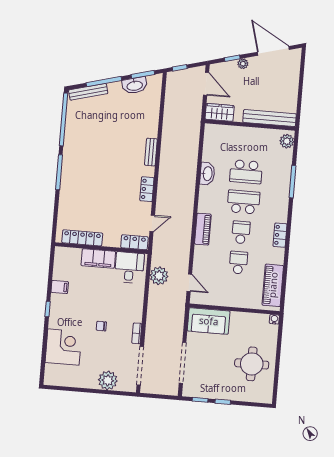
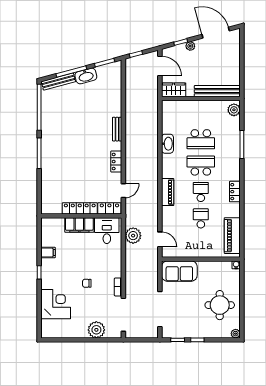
washbasin: (135, 85) -> (86, 76), moved
locker: (82, 238) -> (80, 208), moved
plant: (267, 398) -> (236, 334), added

